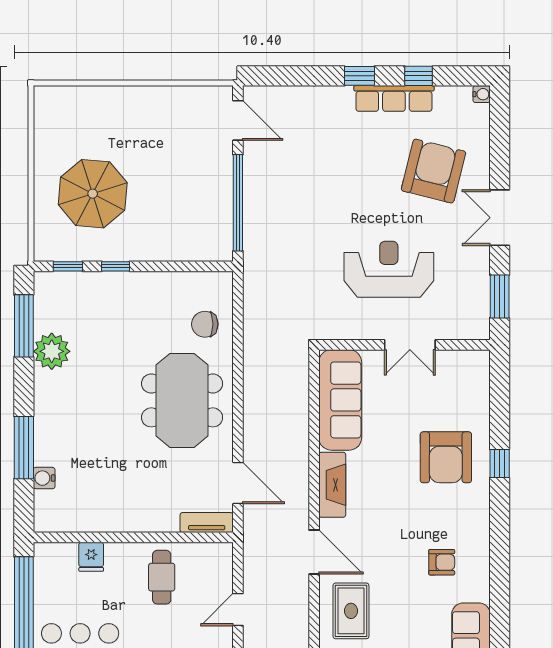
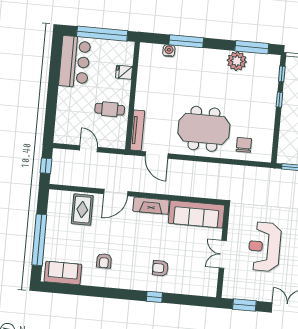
reception desk: (389, 269) -> (264, 247), turned 180
armchair: (446, 457) -> (160, 268), width x0.53, depth x0.53
door: (238, 483) -> (157, 155), hinge flipped
tv unit: (207, 523) -> (137, 130), width x1.41
rug: (351, 611) -> (82, 210), turned 90

